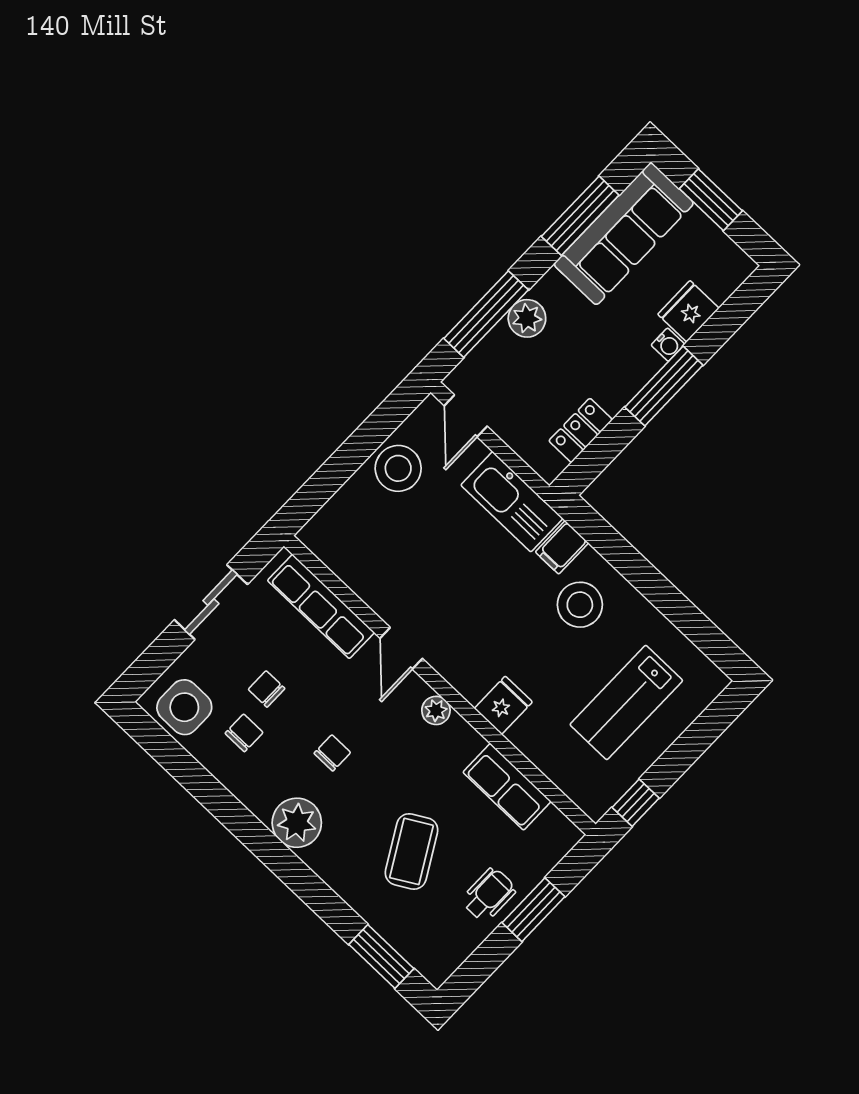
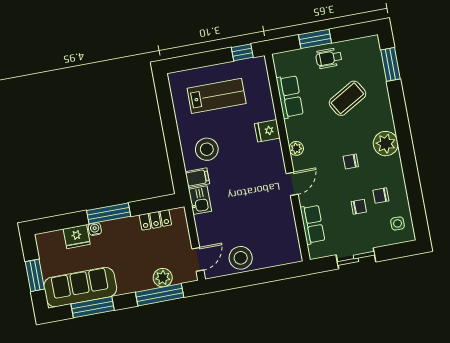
plant: (527, 318) -> (163, 278), moved
kitchen sink: (512, 502) -> (200, 200), width x0.53, depth x0.81
row of seats: (321, 606) -> (312, 224), width x0.68
chair: (267, 689) -> (359, 207), turned -90
side table: (184, 707) -> (398, 223), width x0.54, depth x0.54

